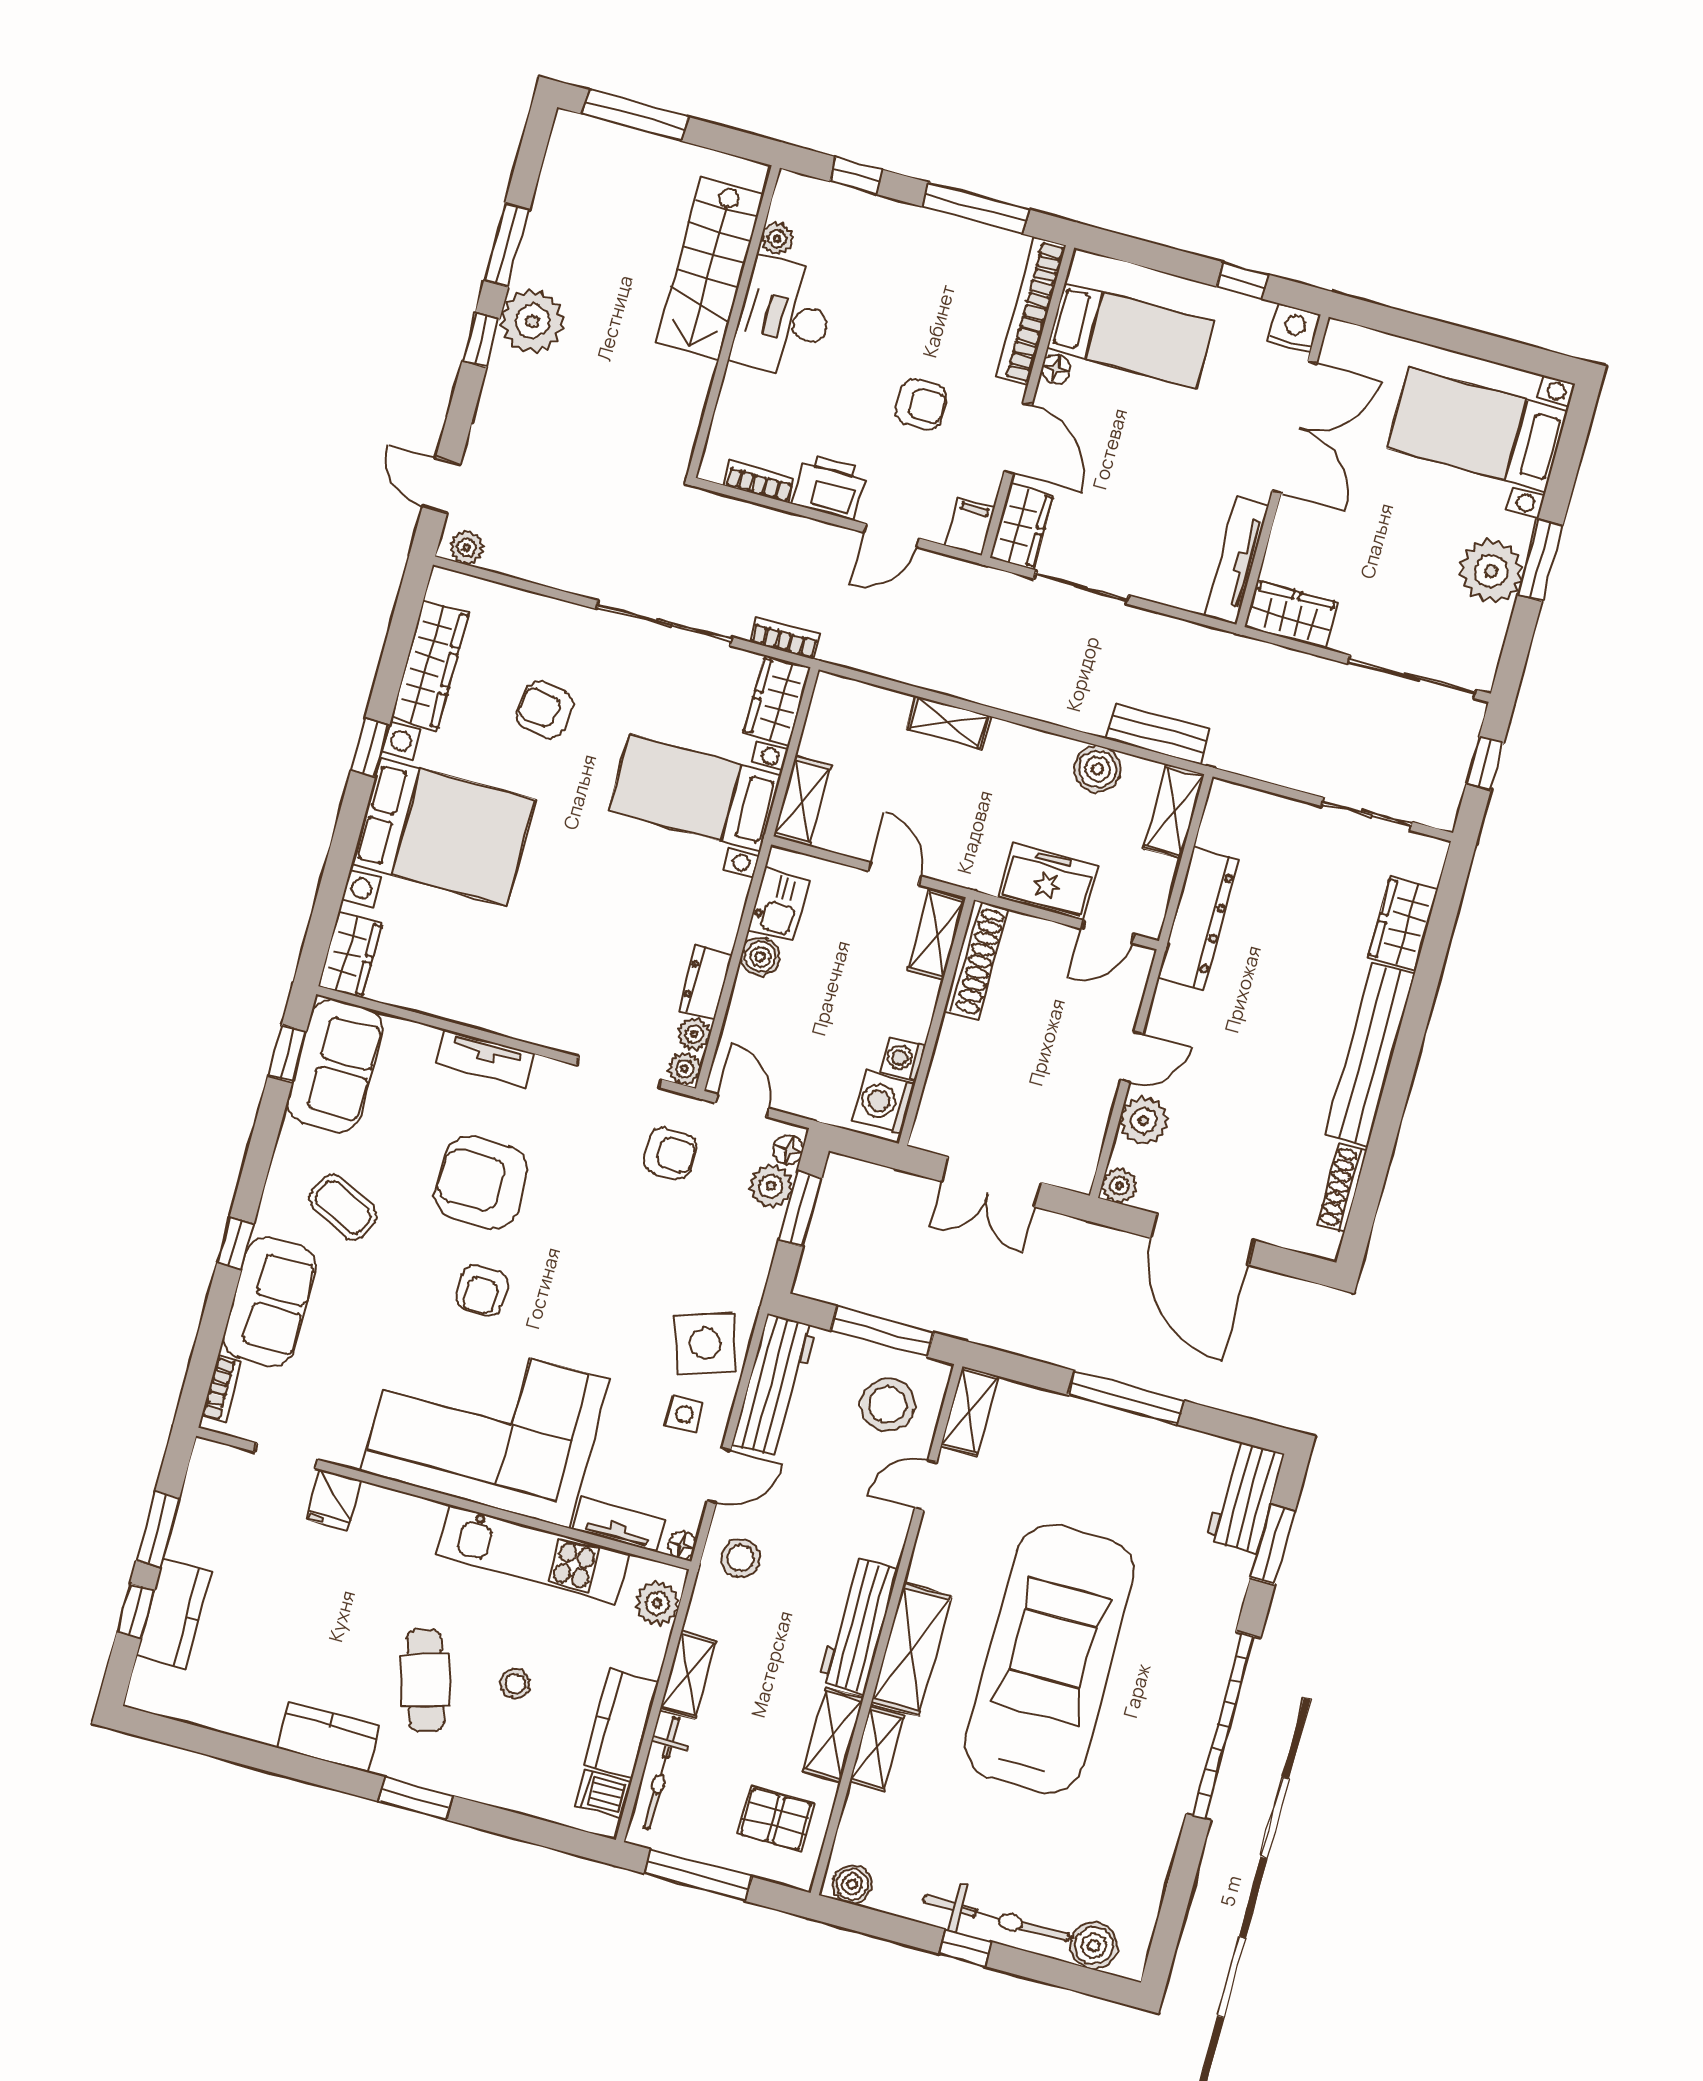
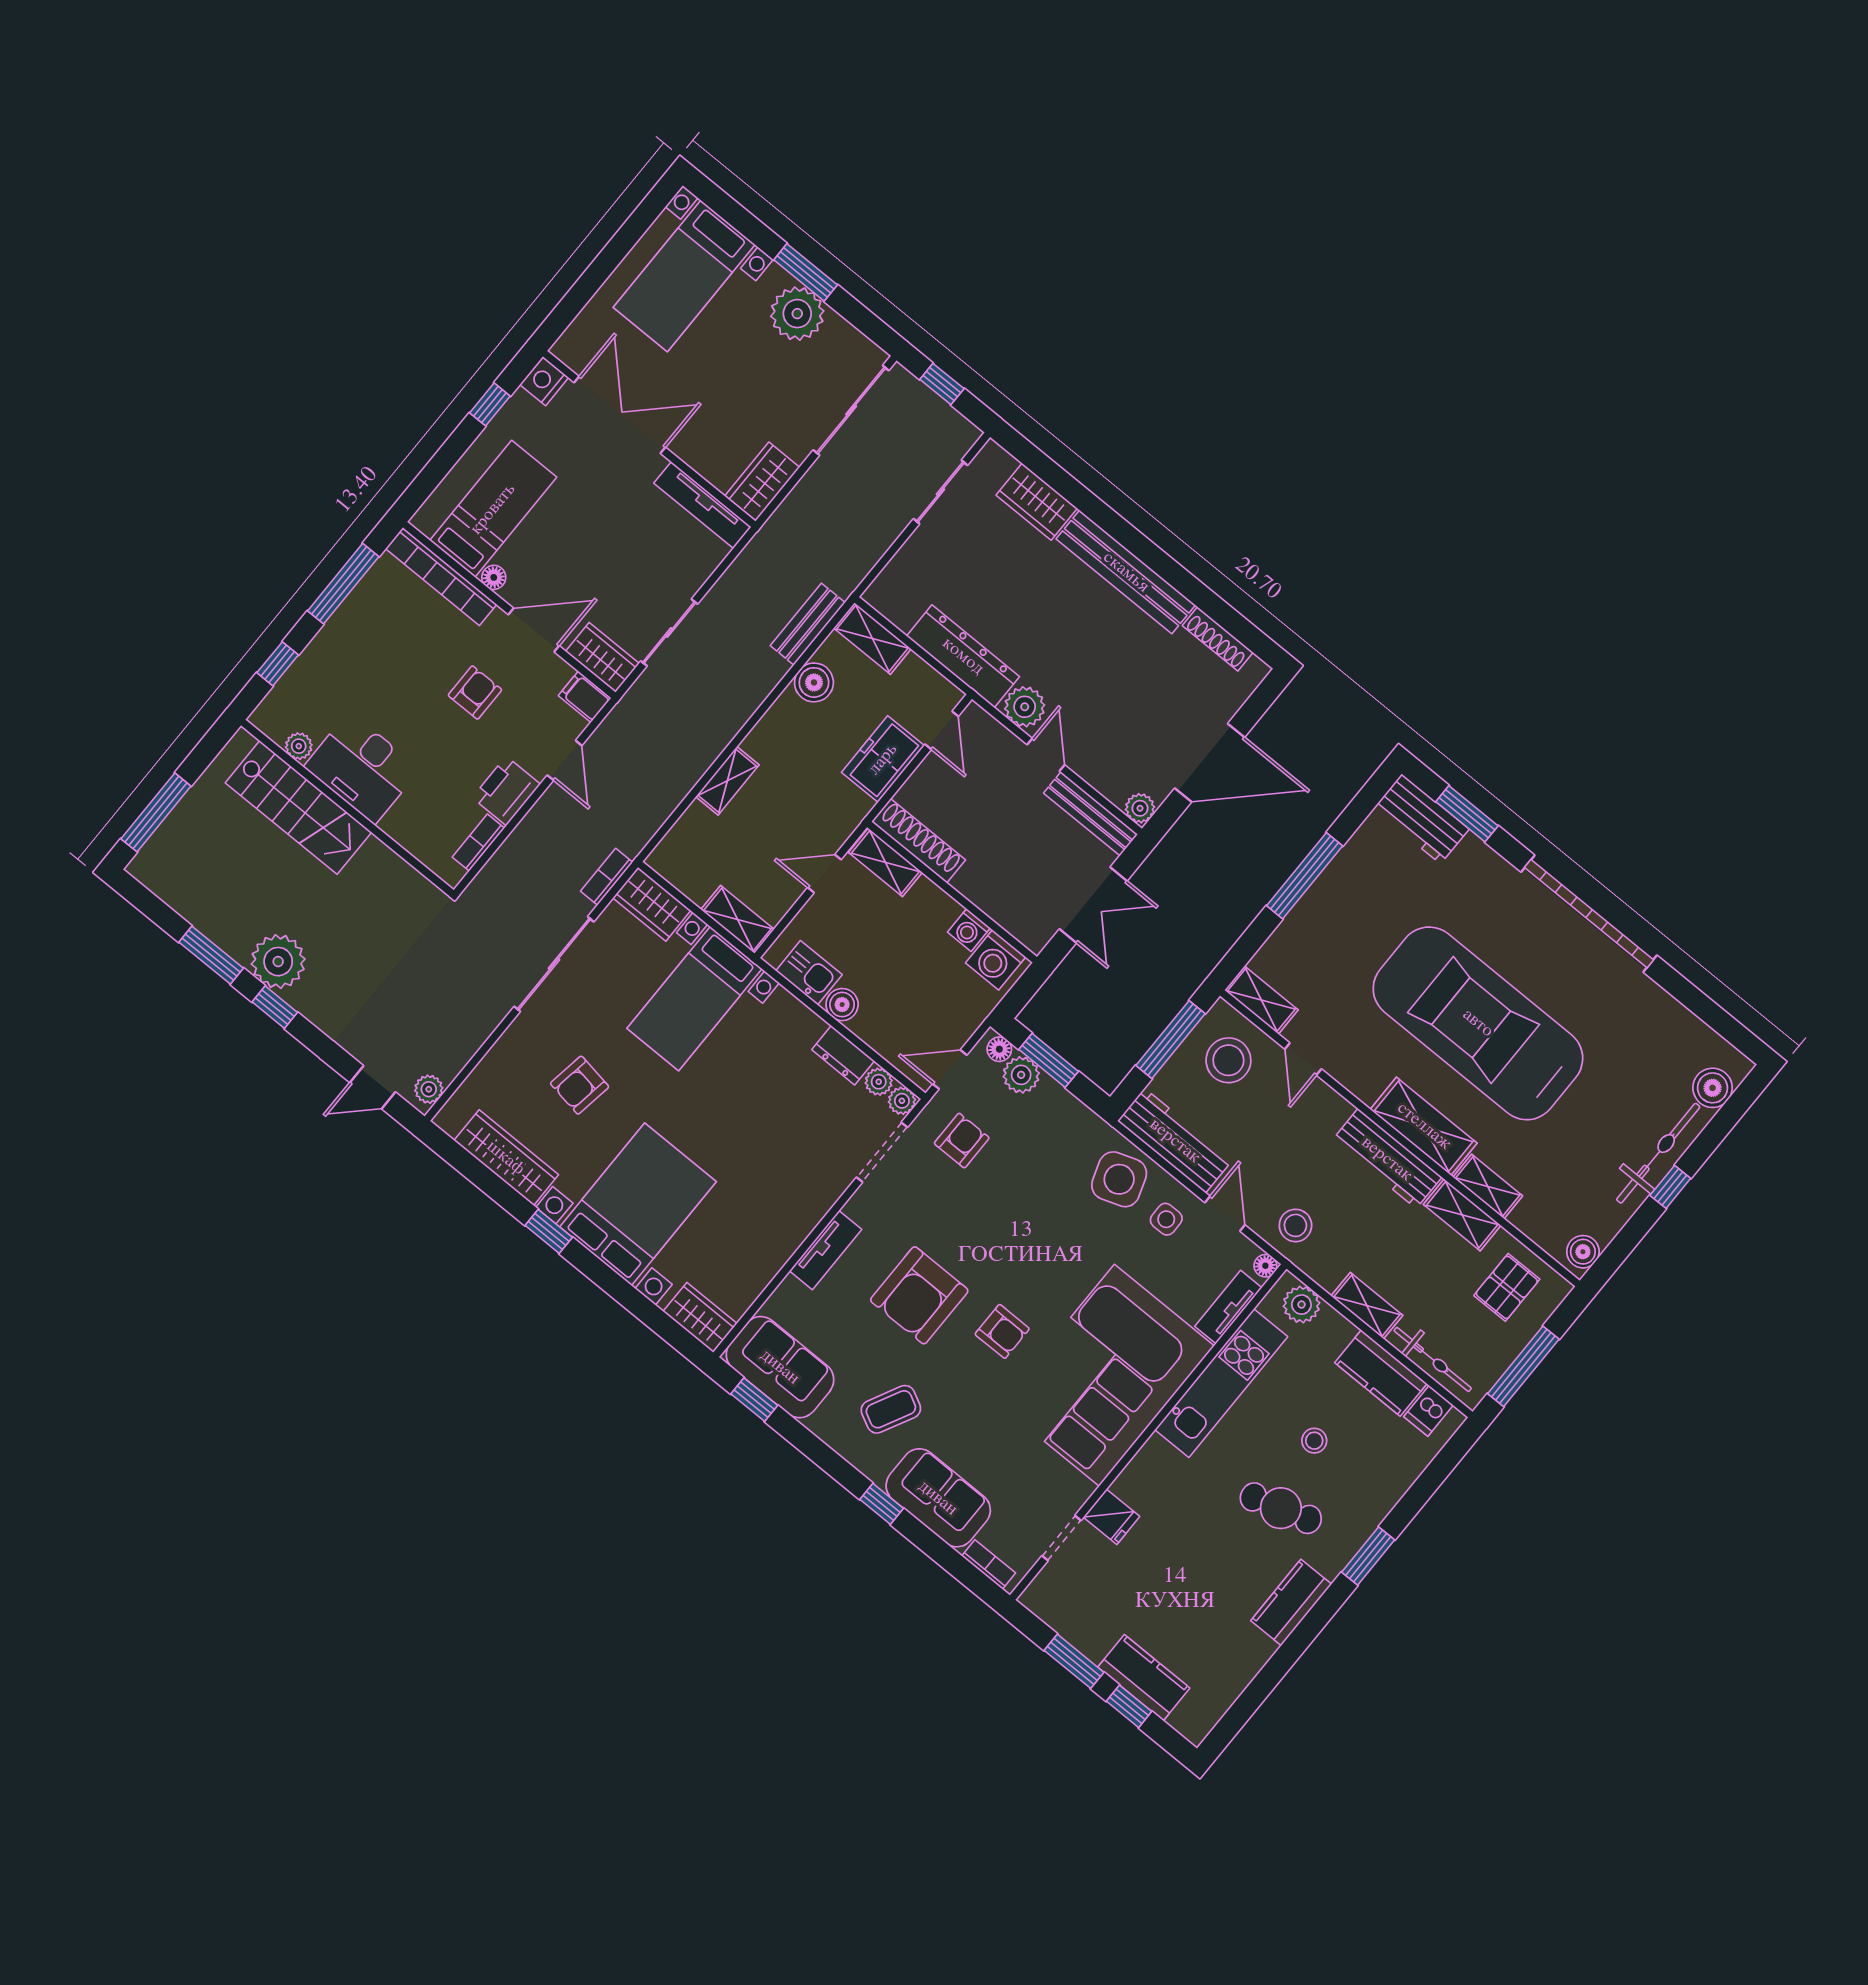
plant: (1144, 1121) -> (1025, 707), moved
bench: (1089, 1134) -> (1091, 814), added

